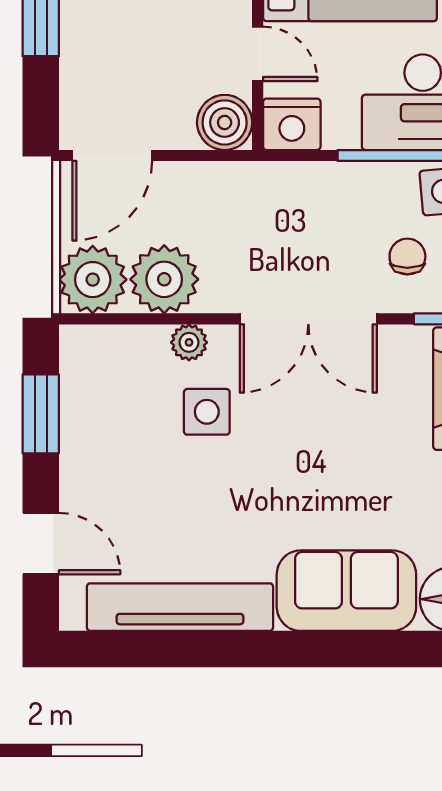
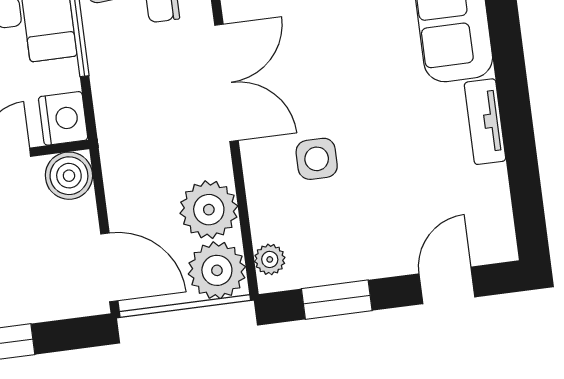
plant: (189, 342) -> (270, 259), moved
tv unit: (180, 607) -> (485, 122), width x0.52, depth x0.78

